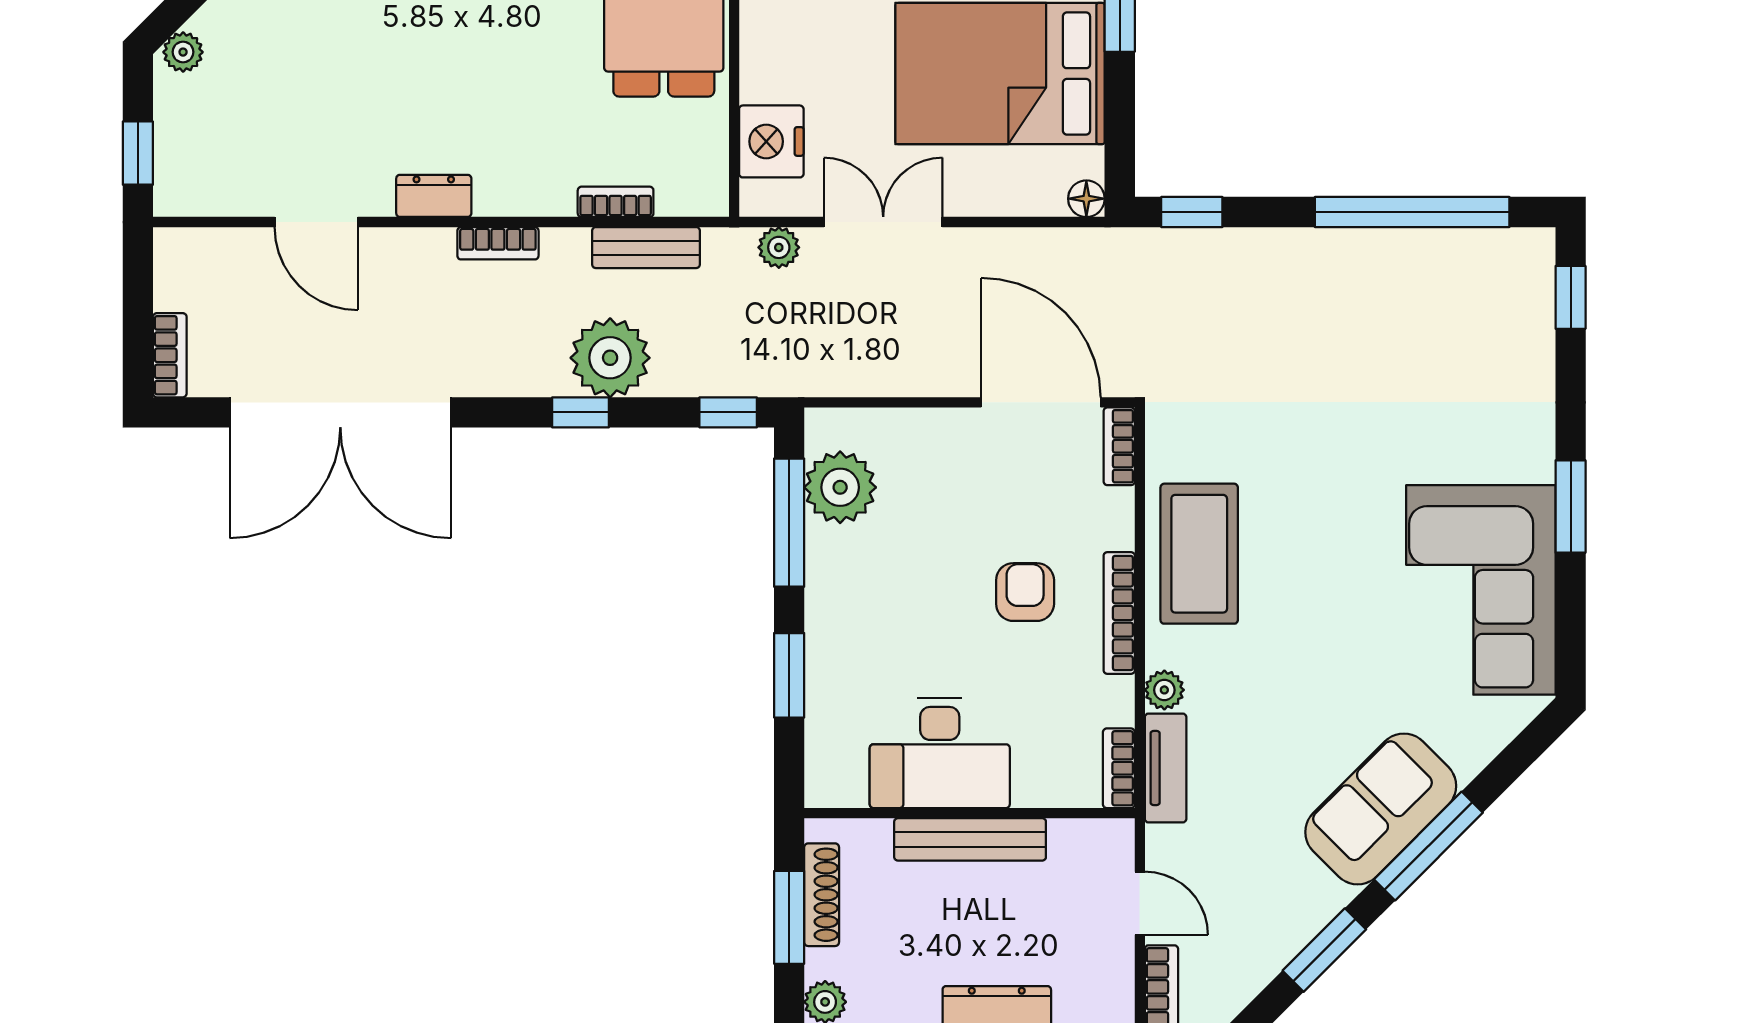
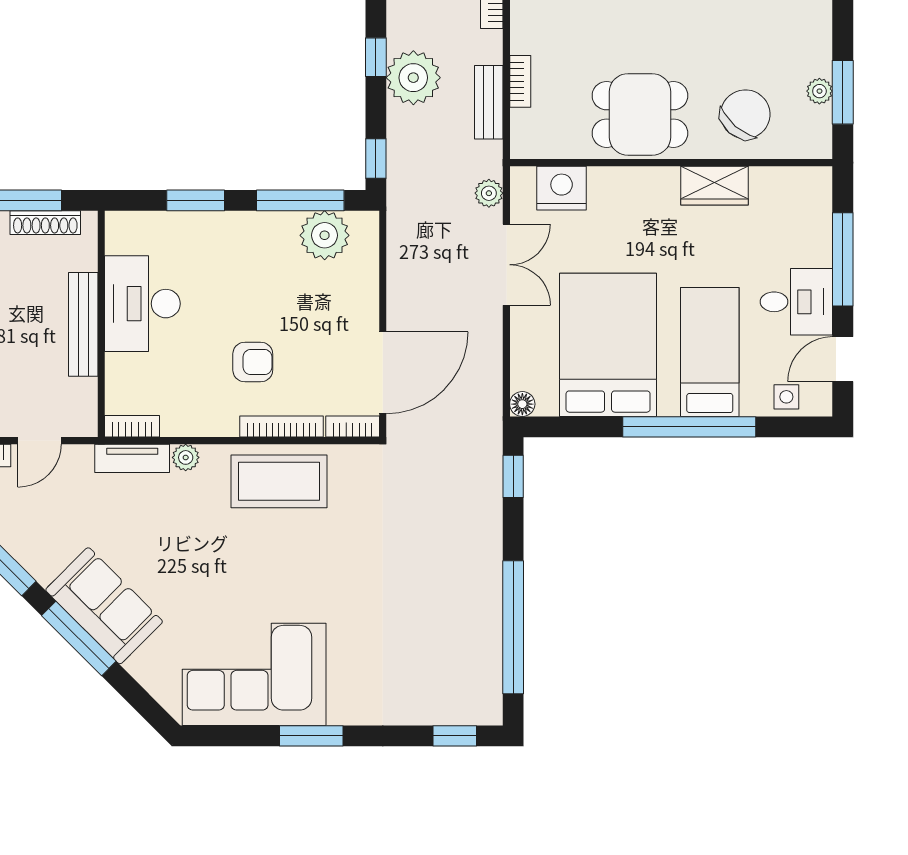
bookcase: (1119, 613) -> (281, 427), moved

